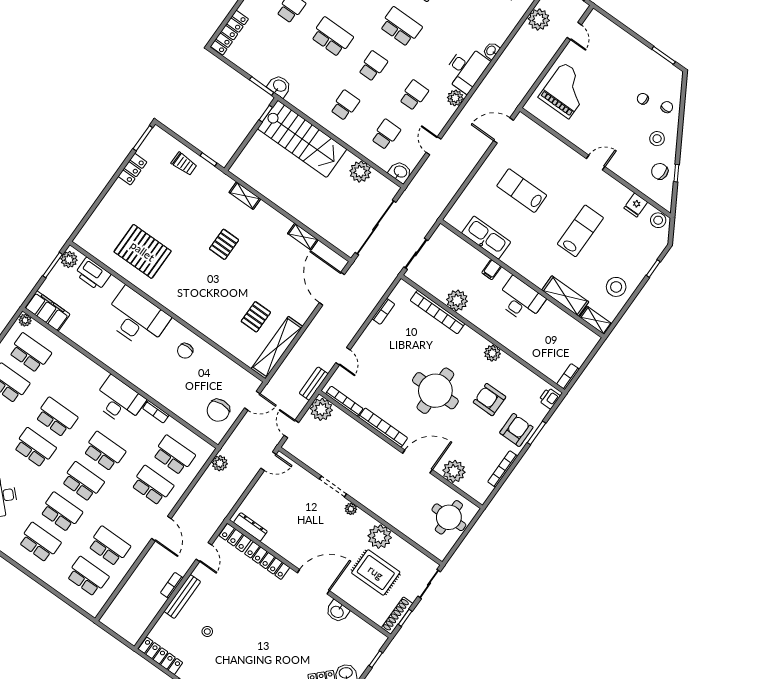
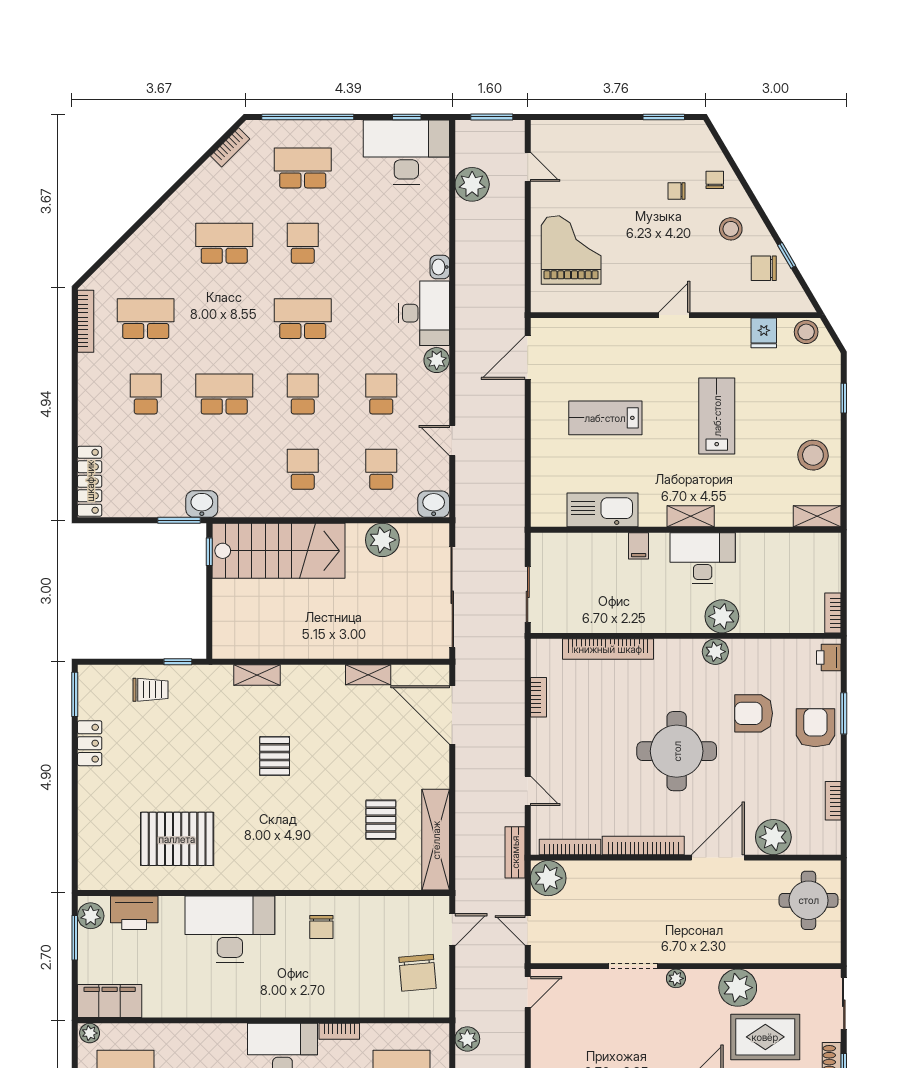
shelving: (565, 296) -> (691, 516), moved, width x0.67, depth x0.75
plant: (457, 300) -> (722, 616), moved
bookcase: (503, 469) -> (833, 801), width x0.64

